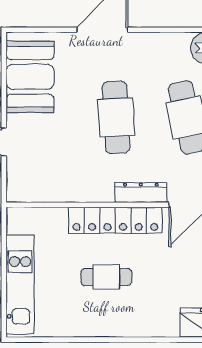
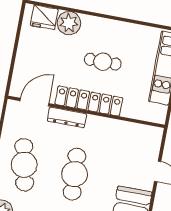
plant: (162, 321) -> (69, 23), added

